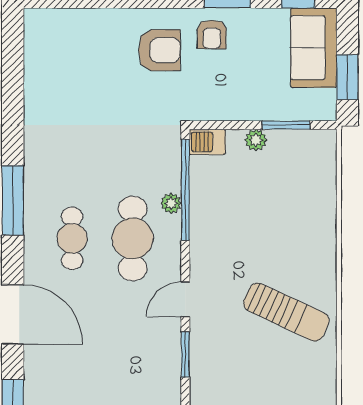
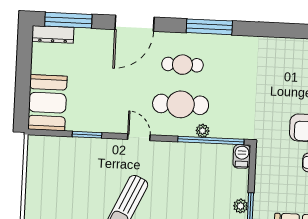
plant: (256, 140) -> (241, 206), moved
window: (185, 355) -> (87, 135), moved

